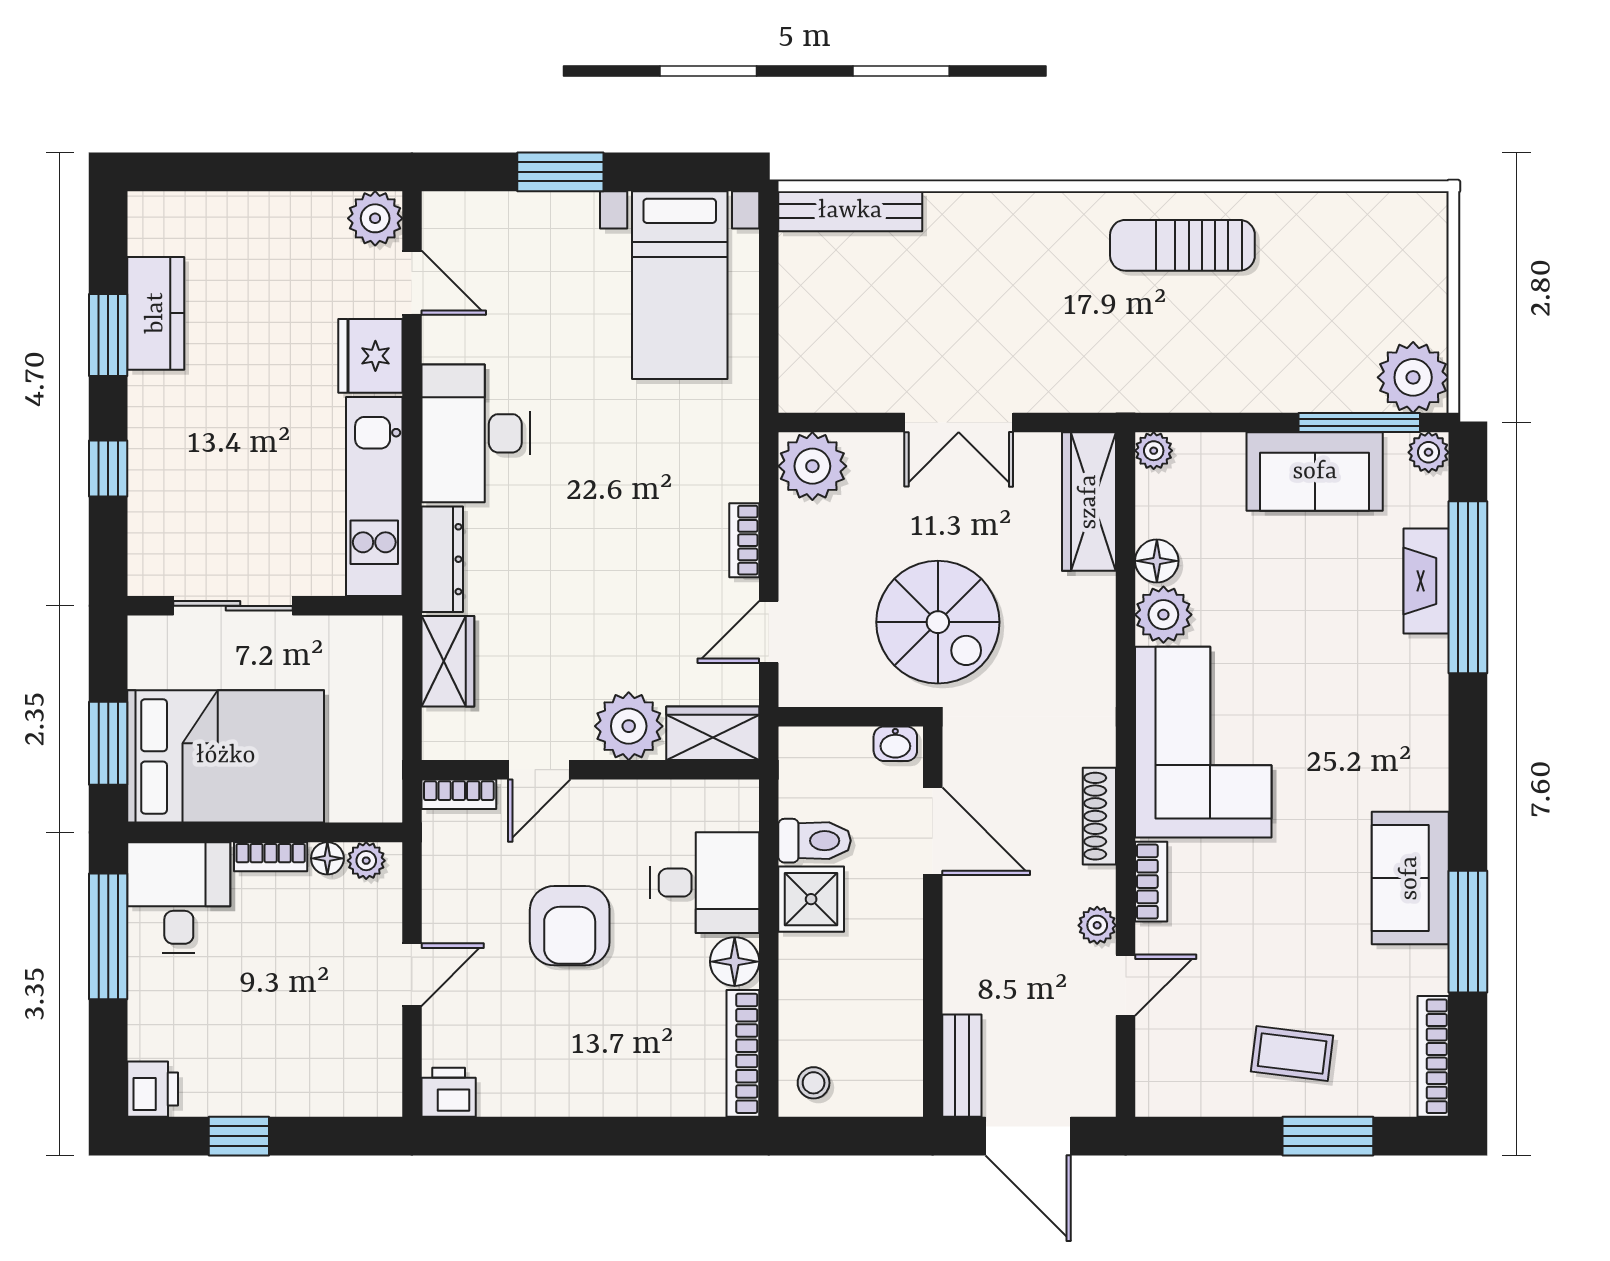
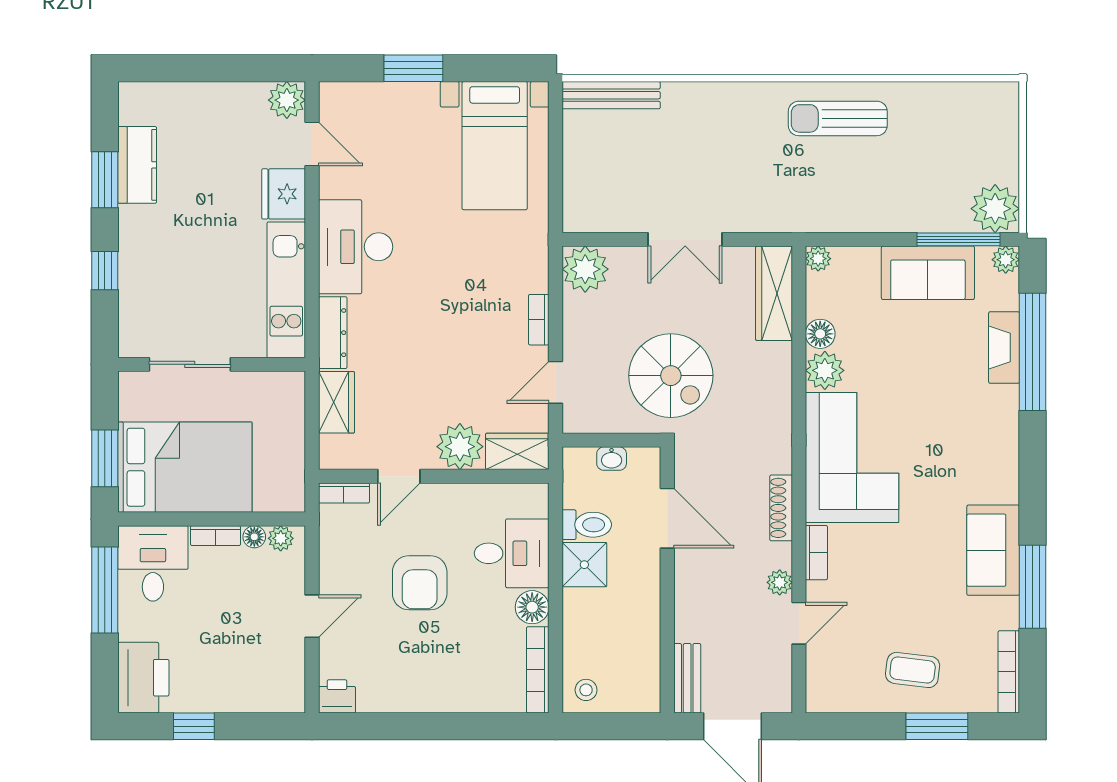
washbasin: (895, 744) -> (612, 459), moved
printer: (153, 1089) -> (143, 678), width x1.87, depth x1.48

